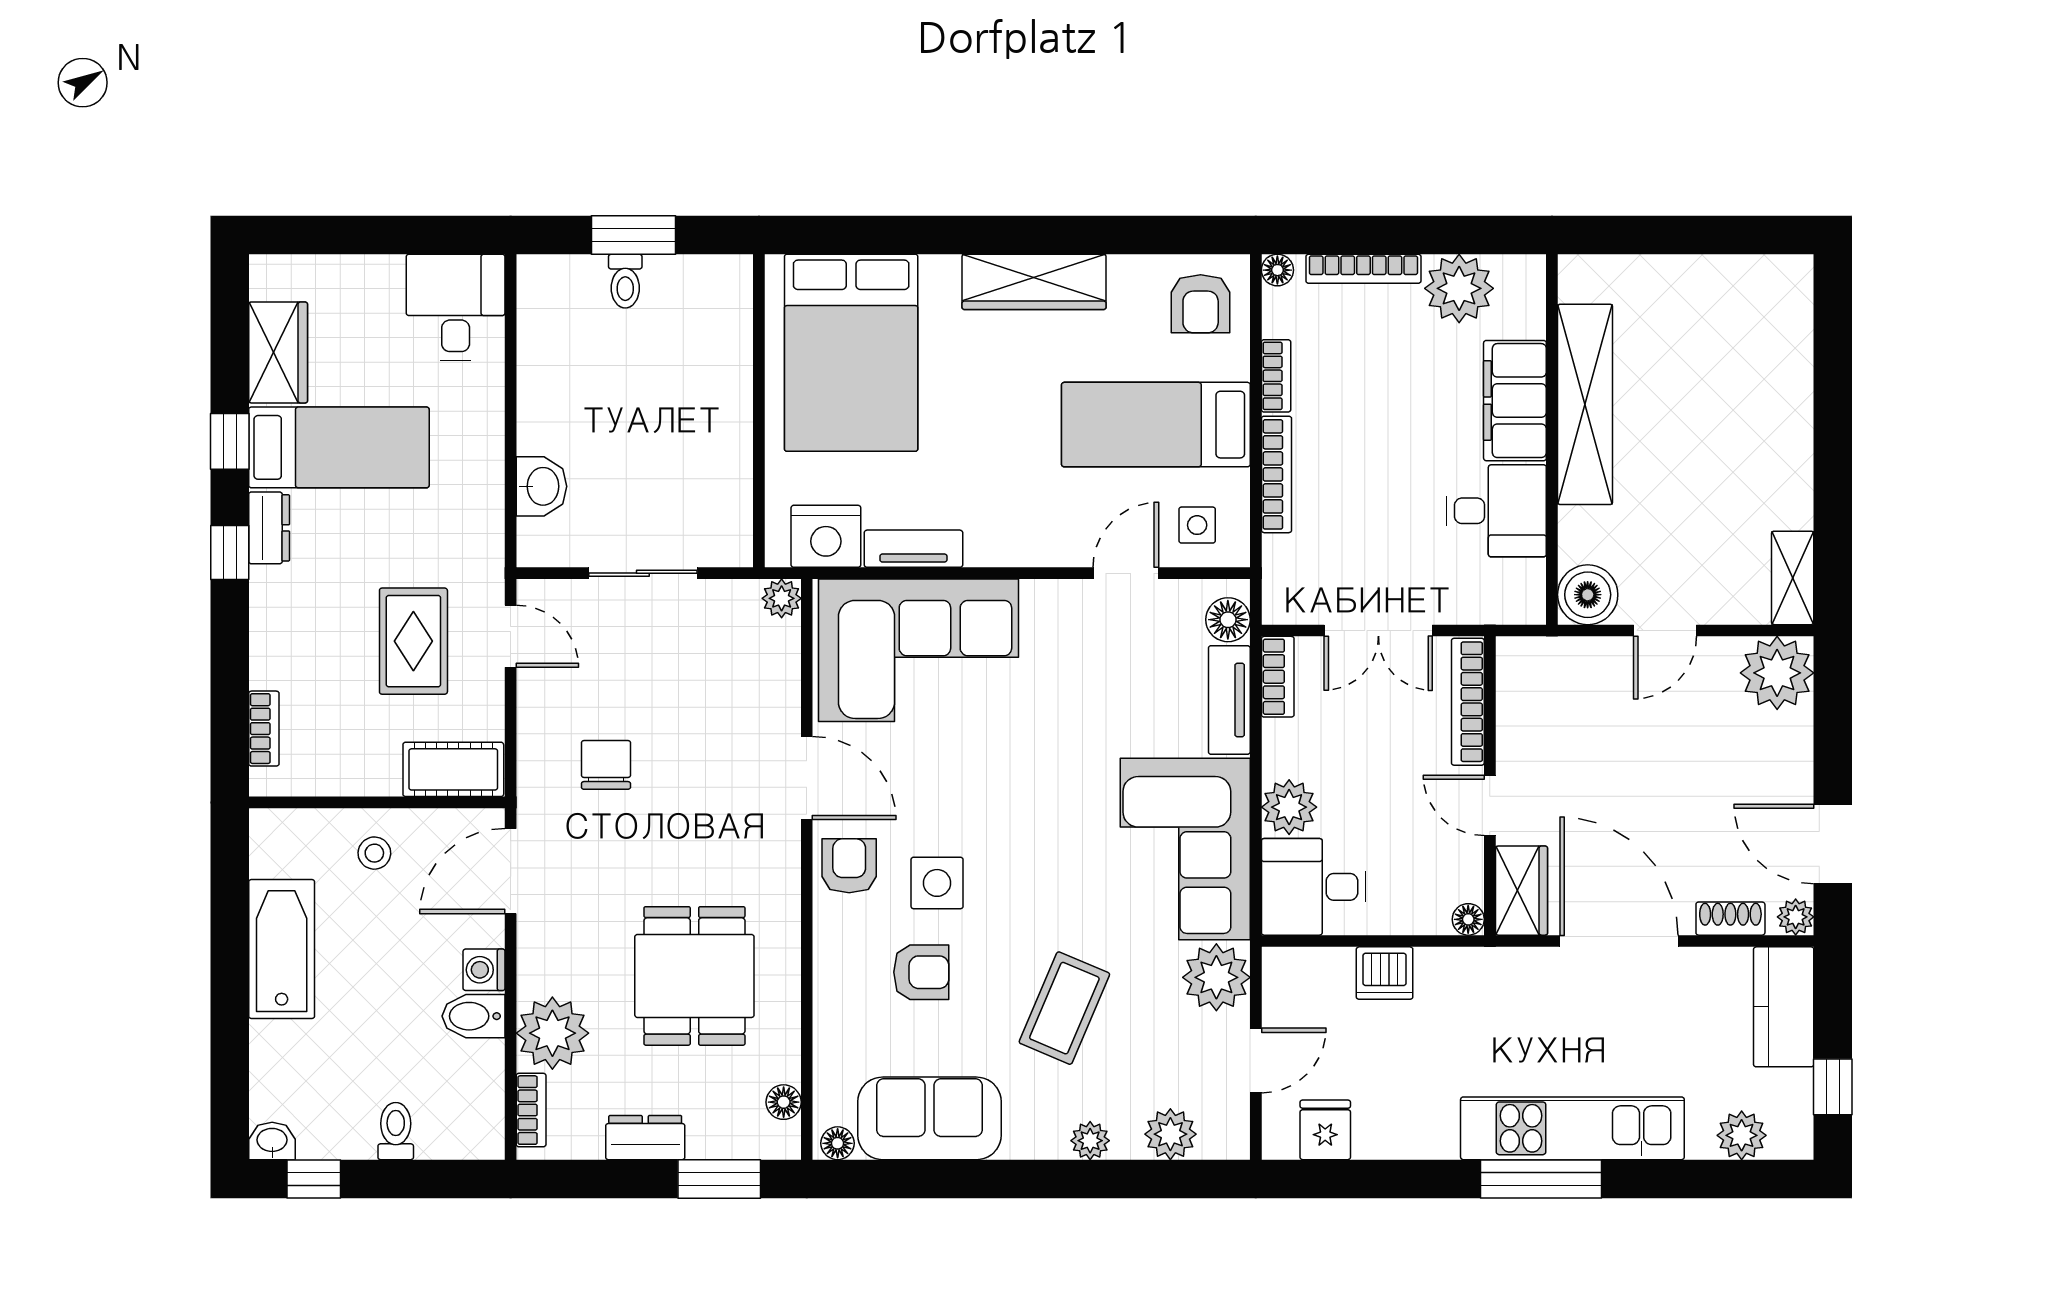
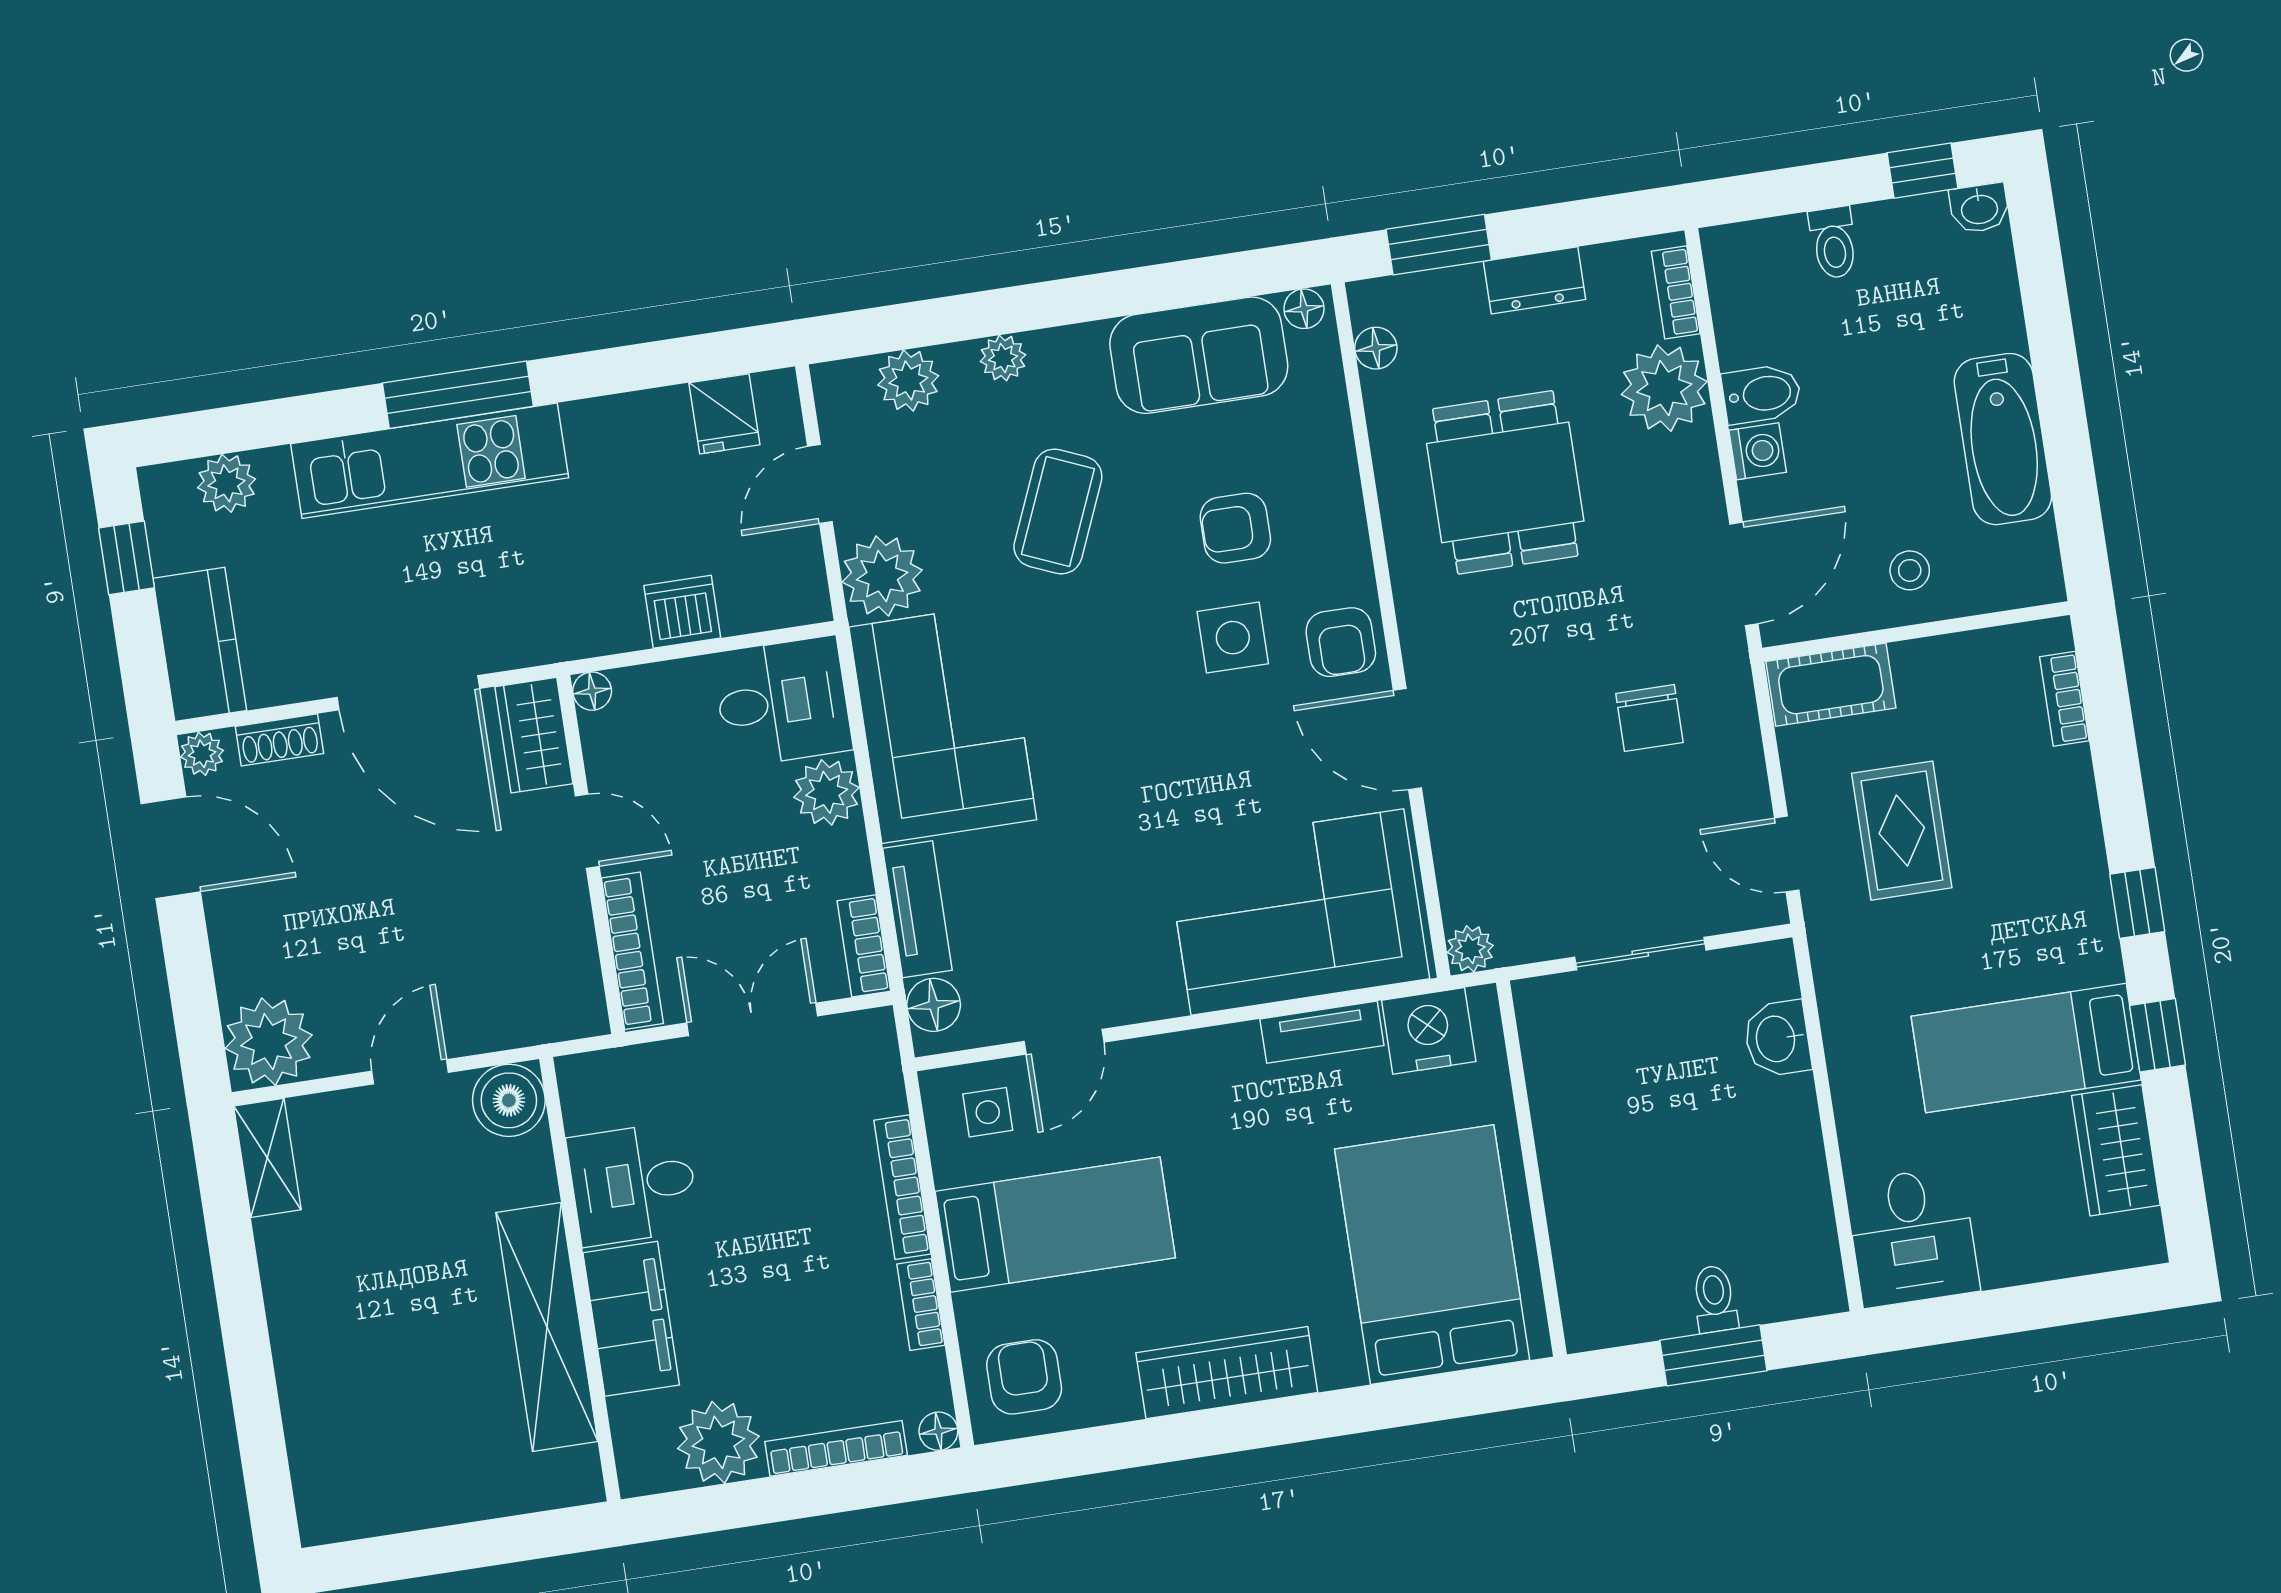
dresser: (269, 528) -> (2095, 939), removed

